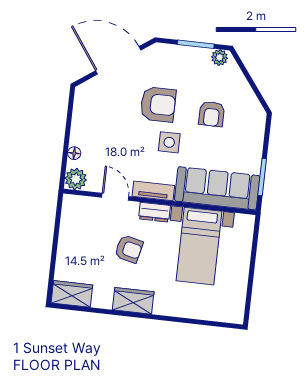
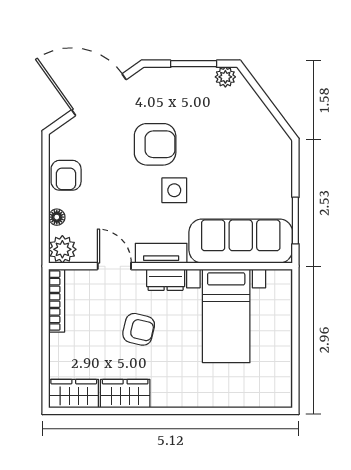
armchair: (212, 114) -> (66, 175), moved
bookcase: (67, 219) -> (57, 301), added
wardrobe: (133, 301) -> (125, 394), moved

